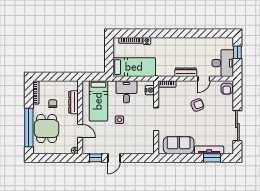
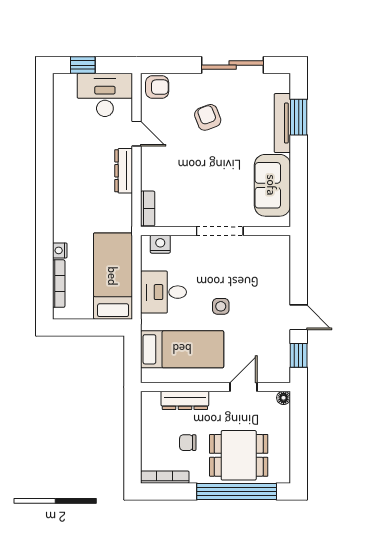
armchair: (197, 105) -> (208, 117), moved

